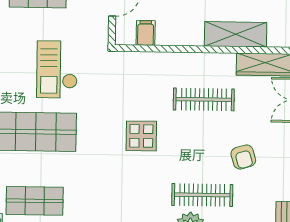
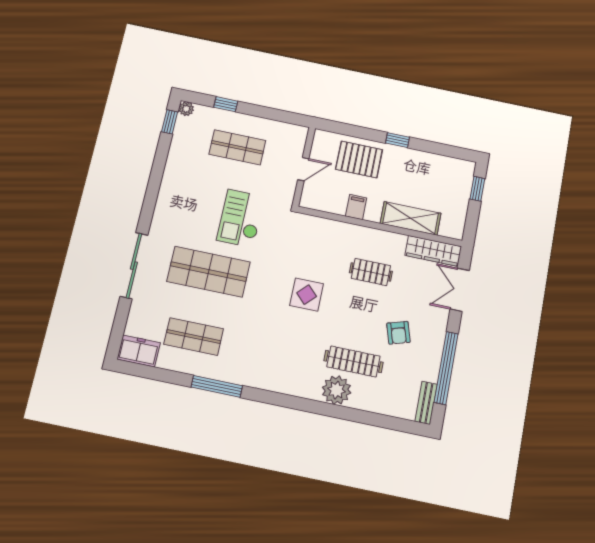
filing cabinet: (146, 33) -> (356, 207), moved
clothes rail: (204, 99) -> (371, 272), width x0.73

